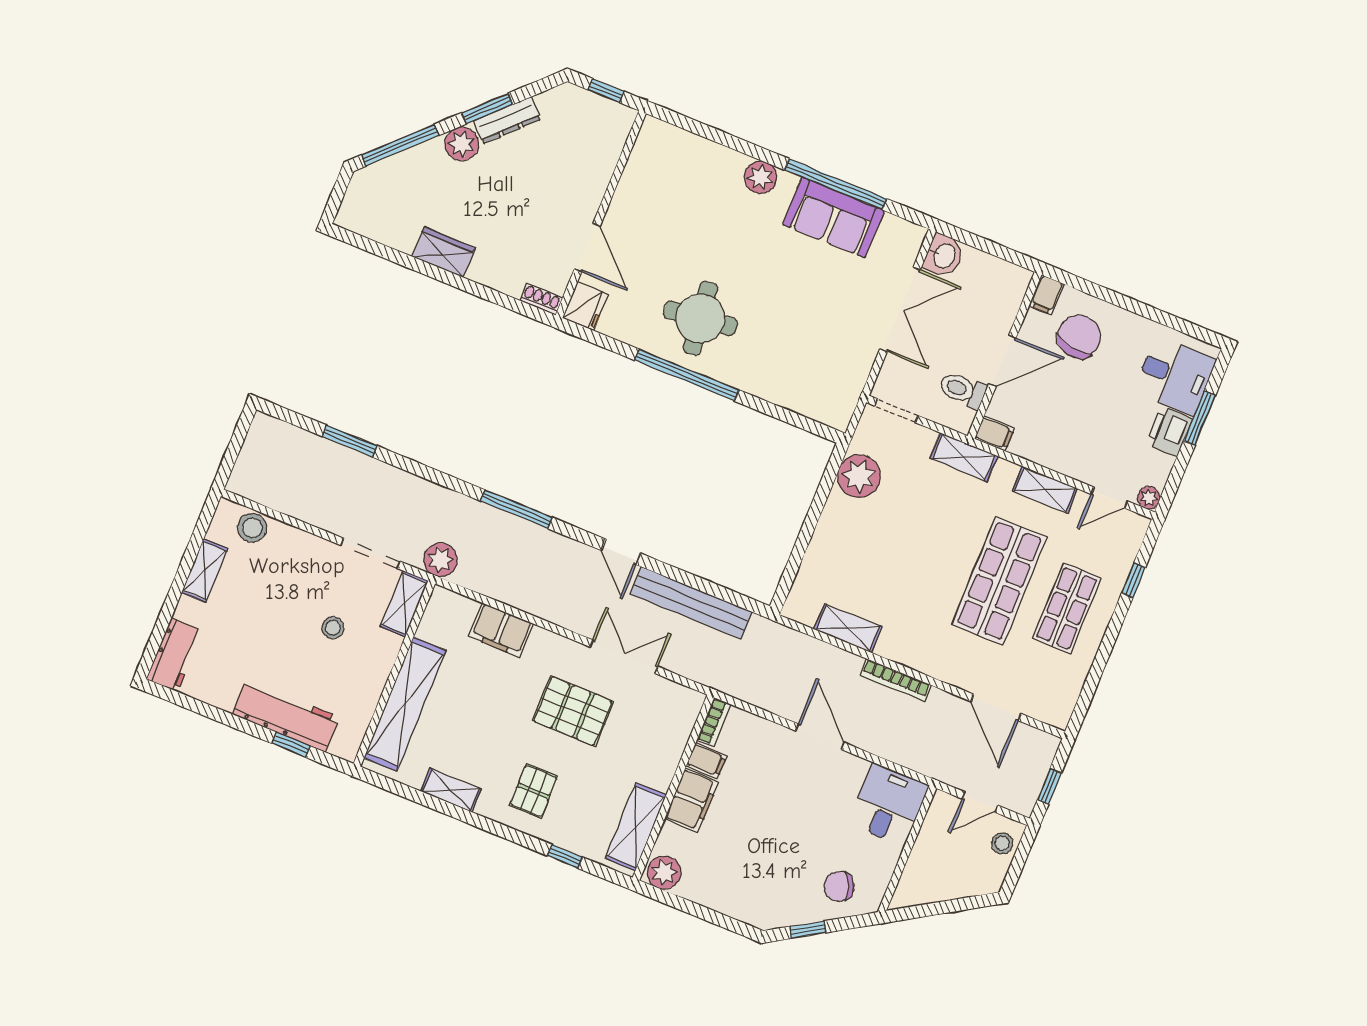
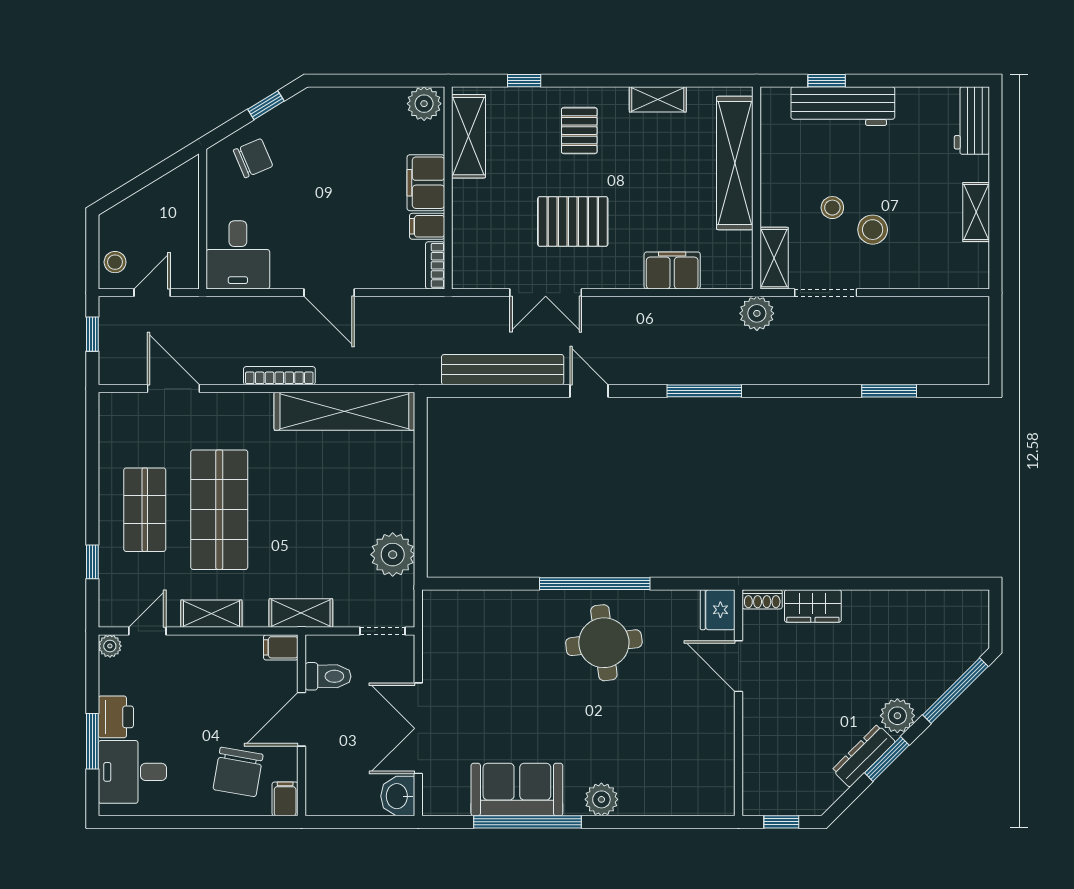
wardrobe: (444, 252) -> (813, 606), moved
stool: (252, 528) -> (873, 230), moved
shelving: (848, 628) -> (344, 411), width x2.20, depth x1.33

